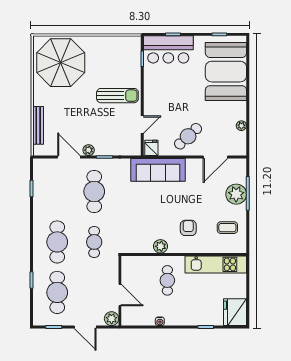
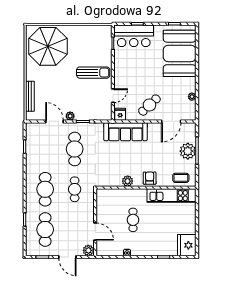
plant: (161, 246) -> (128, 181), moved
wall: (184, 254) -> (146, 188), moved
kitchen unit: (216, 264) -> (172, 196), moved

